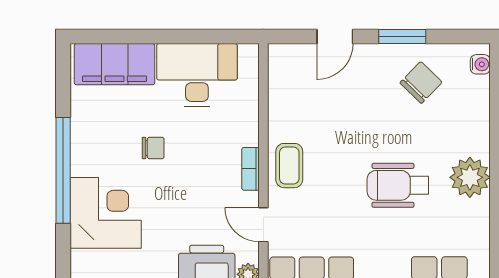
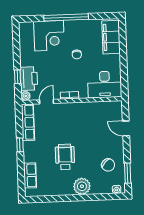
window: (402, 36) -> (128, 173), moved
desk: (197, 75) -> (105, 84), moved, turned 90
coffee table: (289, 166) -> (72, 111), removed
plant: (470, 177) -> (82, 186), moved

